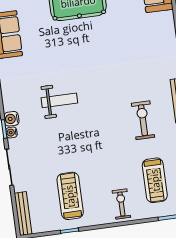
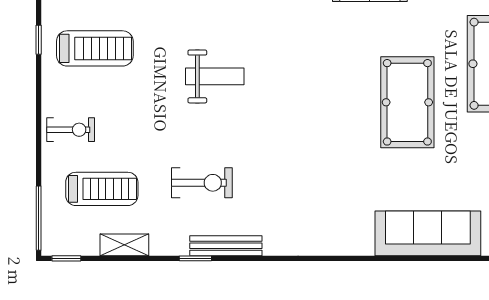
weight bench: (59, 100) -> (215, 76), moved, turned -90
treadmill: (155, 180) -> (102, 189), turned 180

